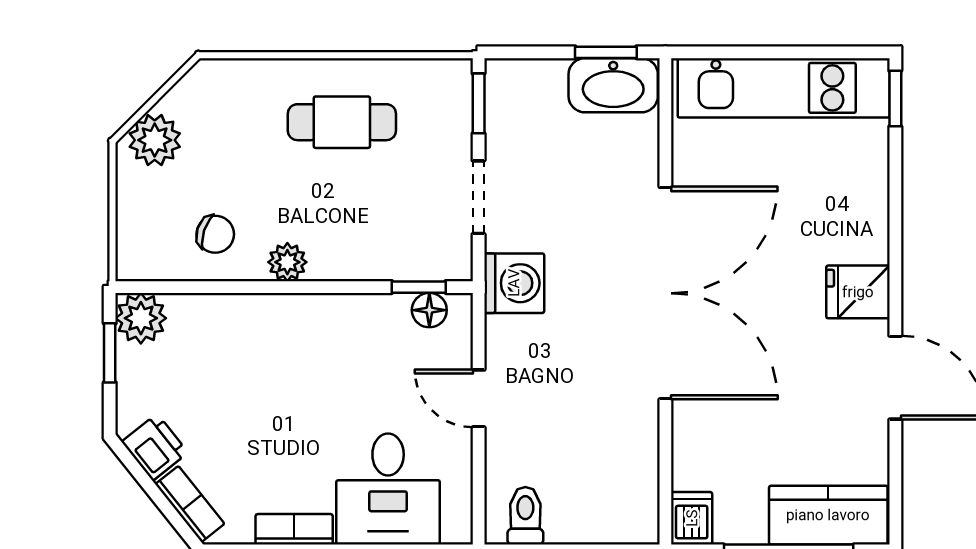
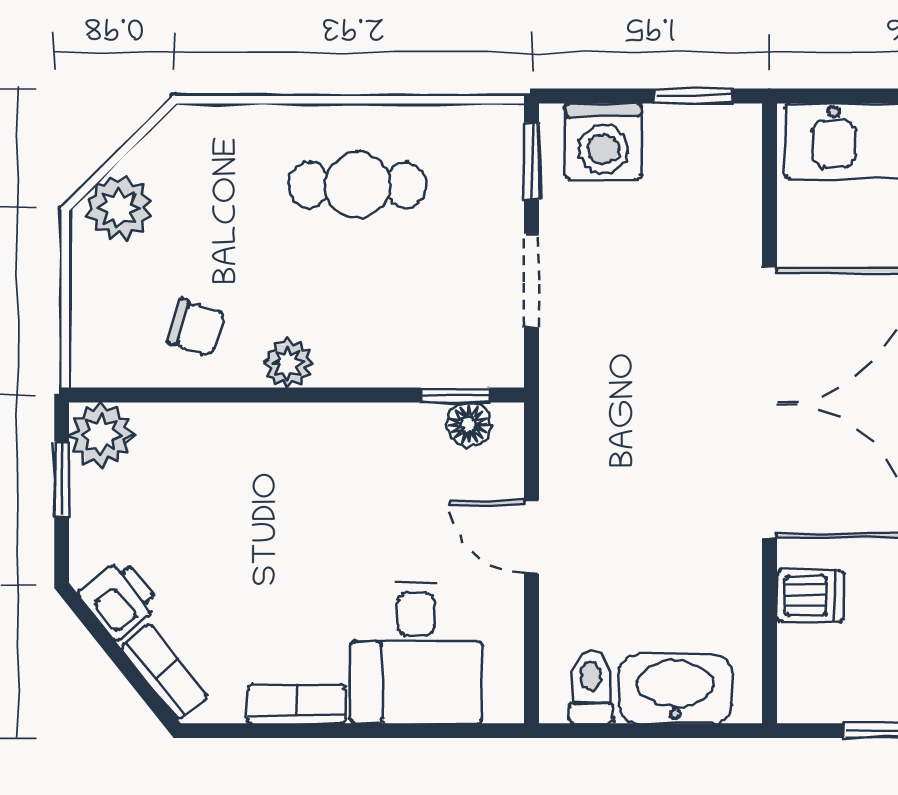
washbasin: (613, 85) -> (675, 689), moved, turned 180
washing machine: (514, 283) -> (603, 141), moved, turned 90
dishwasher: (692, 518) -> (810, 596), moved, turned 90

